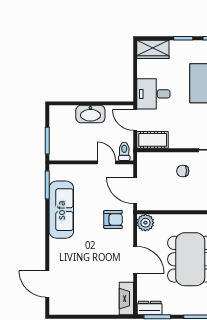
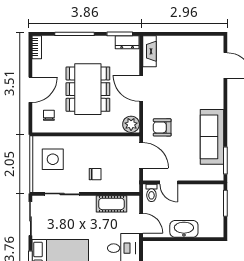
cot: (153, 140) -> (111, 204), moved

